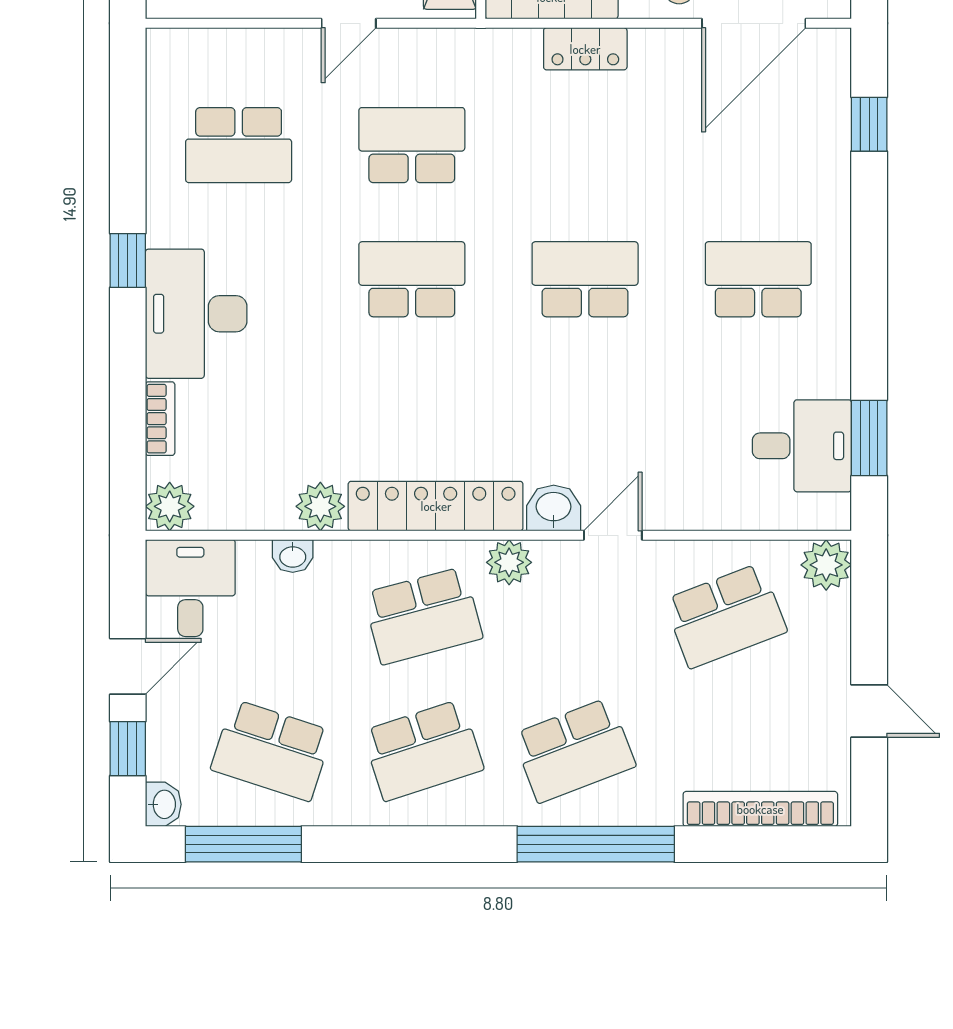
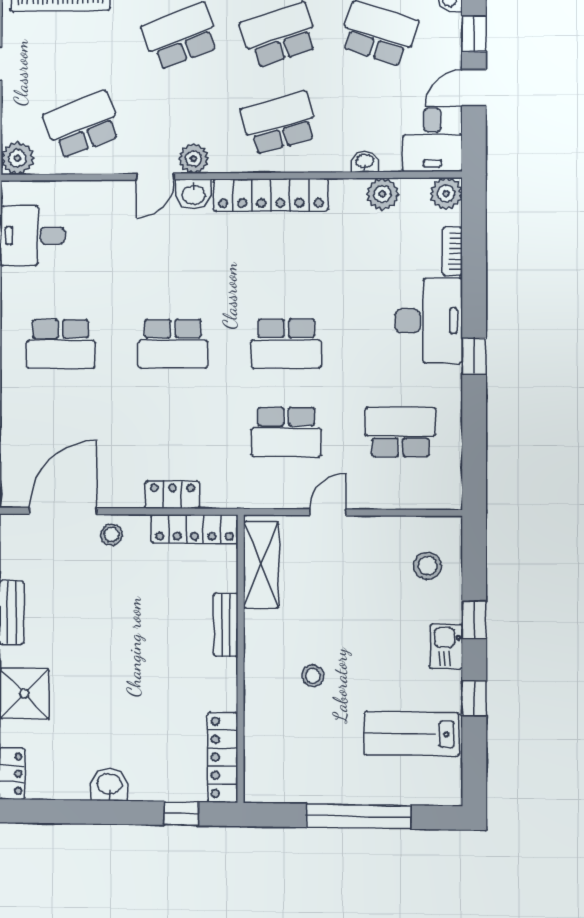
plant: (320, 506) -> (382, 194), moved
plant: (509, 562) -> (194, 159), moved

